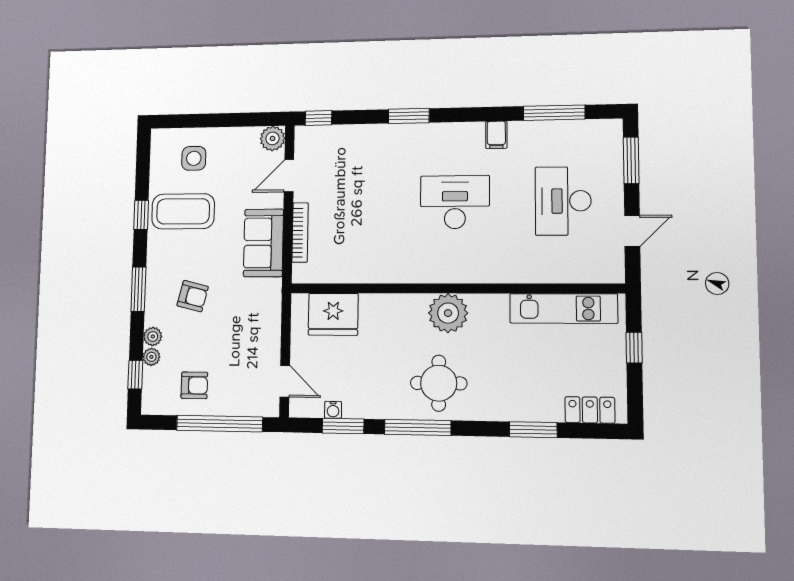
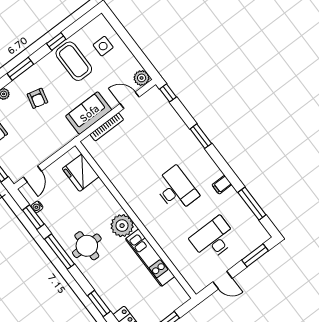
kitchen unit: (564, 308) -> (150, 258), moved

